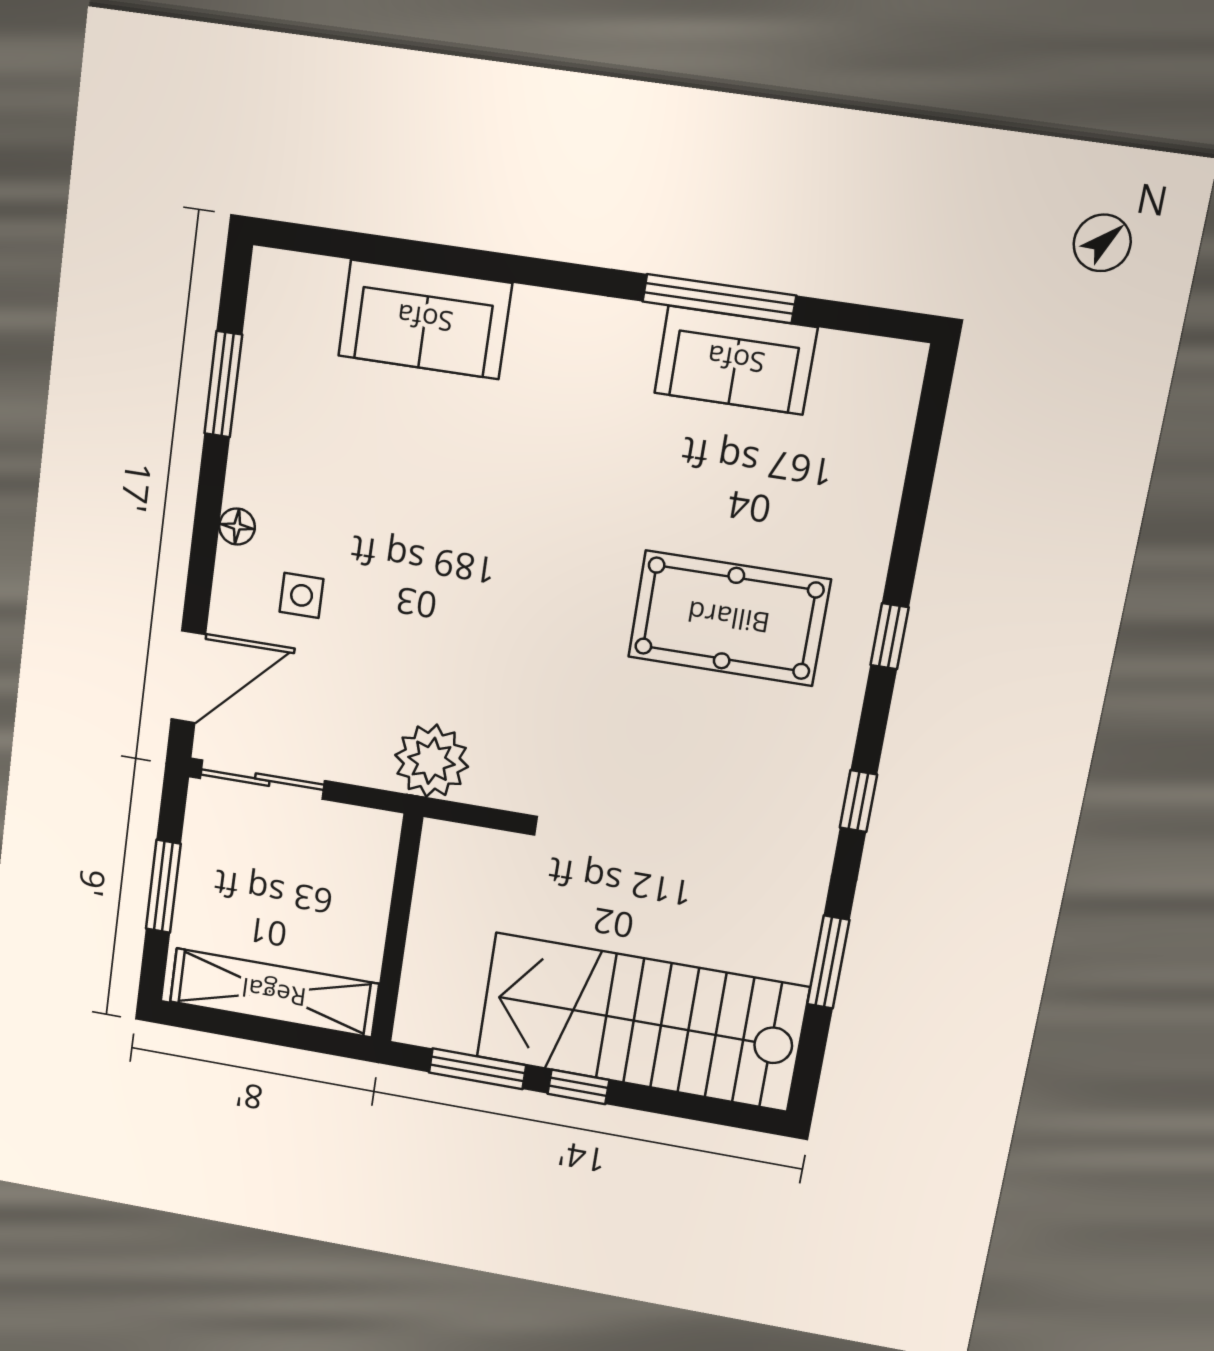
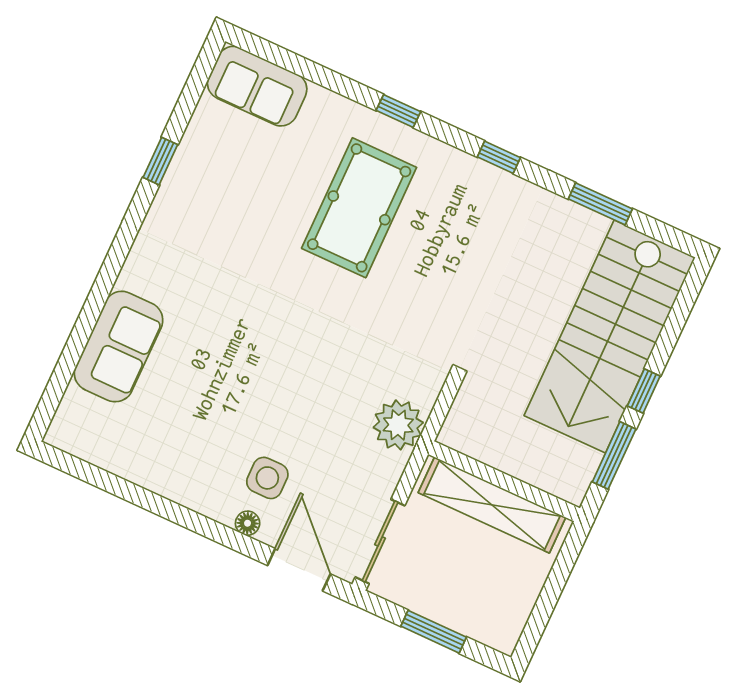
window: (719, 298) -> (160, 161), width x0.46
sofa: (736, 360) -> (257, 86), moved, turned 90
window: (223, 384) -> (120, 487), removed
floor lamp: (237, 527) -> (248, 523), moved
side table: (302, 595) -> (267, 478), width x1.37, depth x1.37
shelving: (274, 993) -> (492, 505), moved, turned 90

